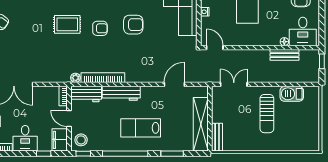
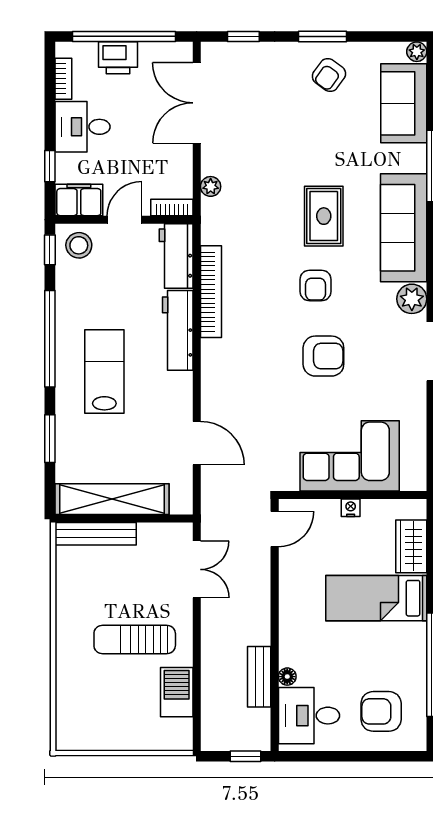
armchair: (133, 25) -> (323, 356), turned -90
plant: (75, 78) -> (211, 186), moved
bench: (217, 137) -> (96, 534), width x1.36

